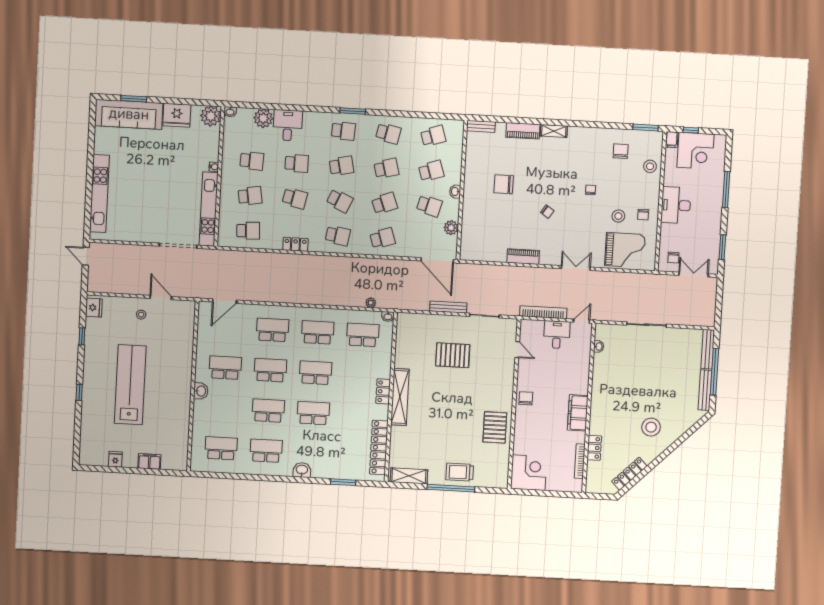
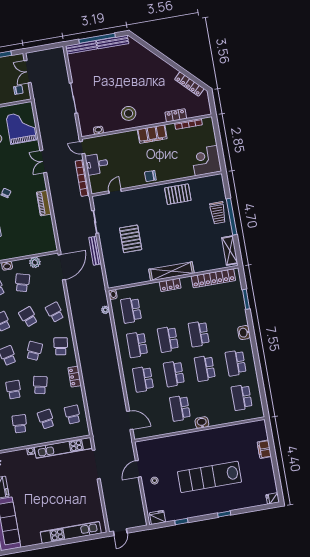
stool: (651, 427) -> (129, 113), moved
fridge: (115, 459) -> (273, 498), moved

